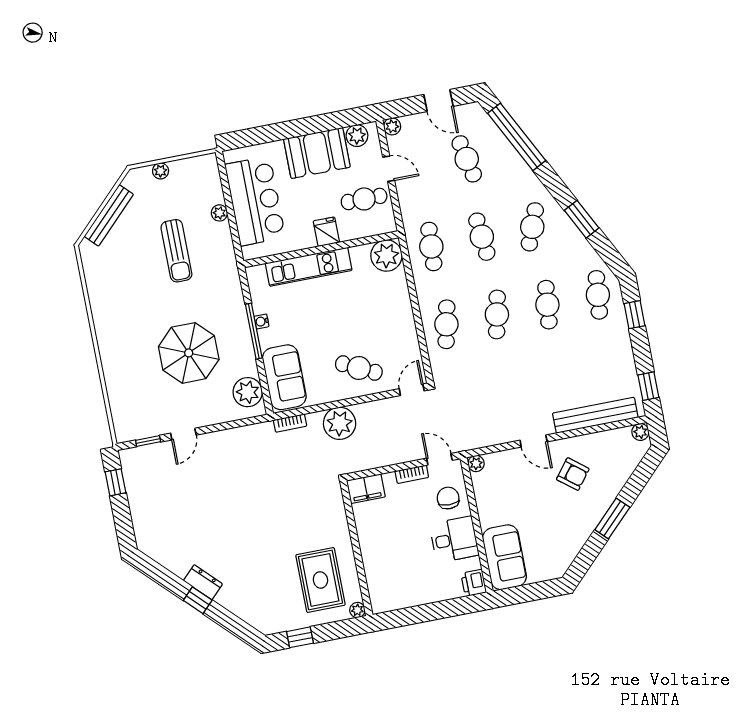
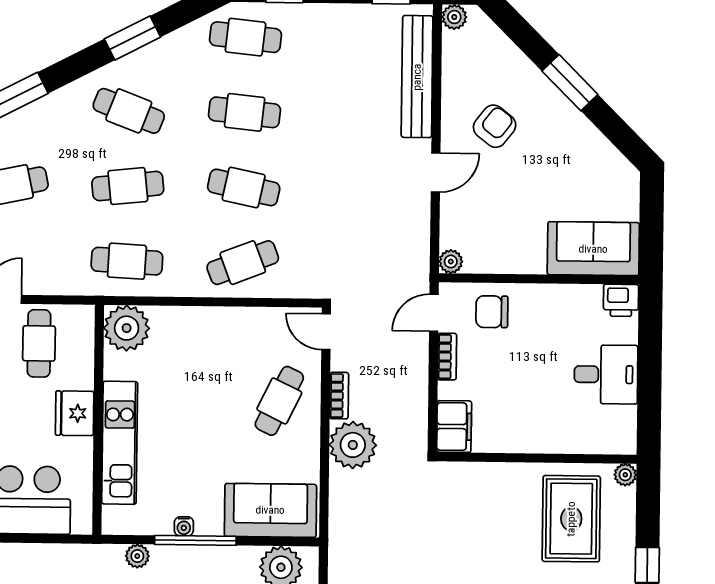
plant: (219, 213) -> (137, 556), moved
fridge: (326, 232) -> (75, 413), width x1.38
cafe table: (446, 324) -> (243, 263), turned -33
bookcase: (290, 423) -> (339, 396), moved
desk: (454, 539) -> (606, 374), moved, turned 90
rug: (320, 580) -> (571, 519), turned 90

